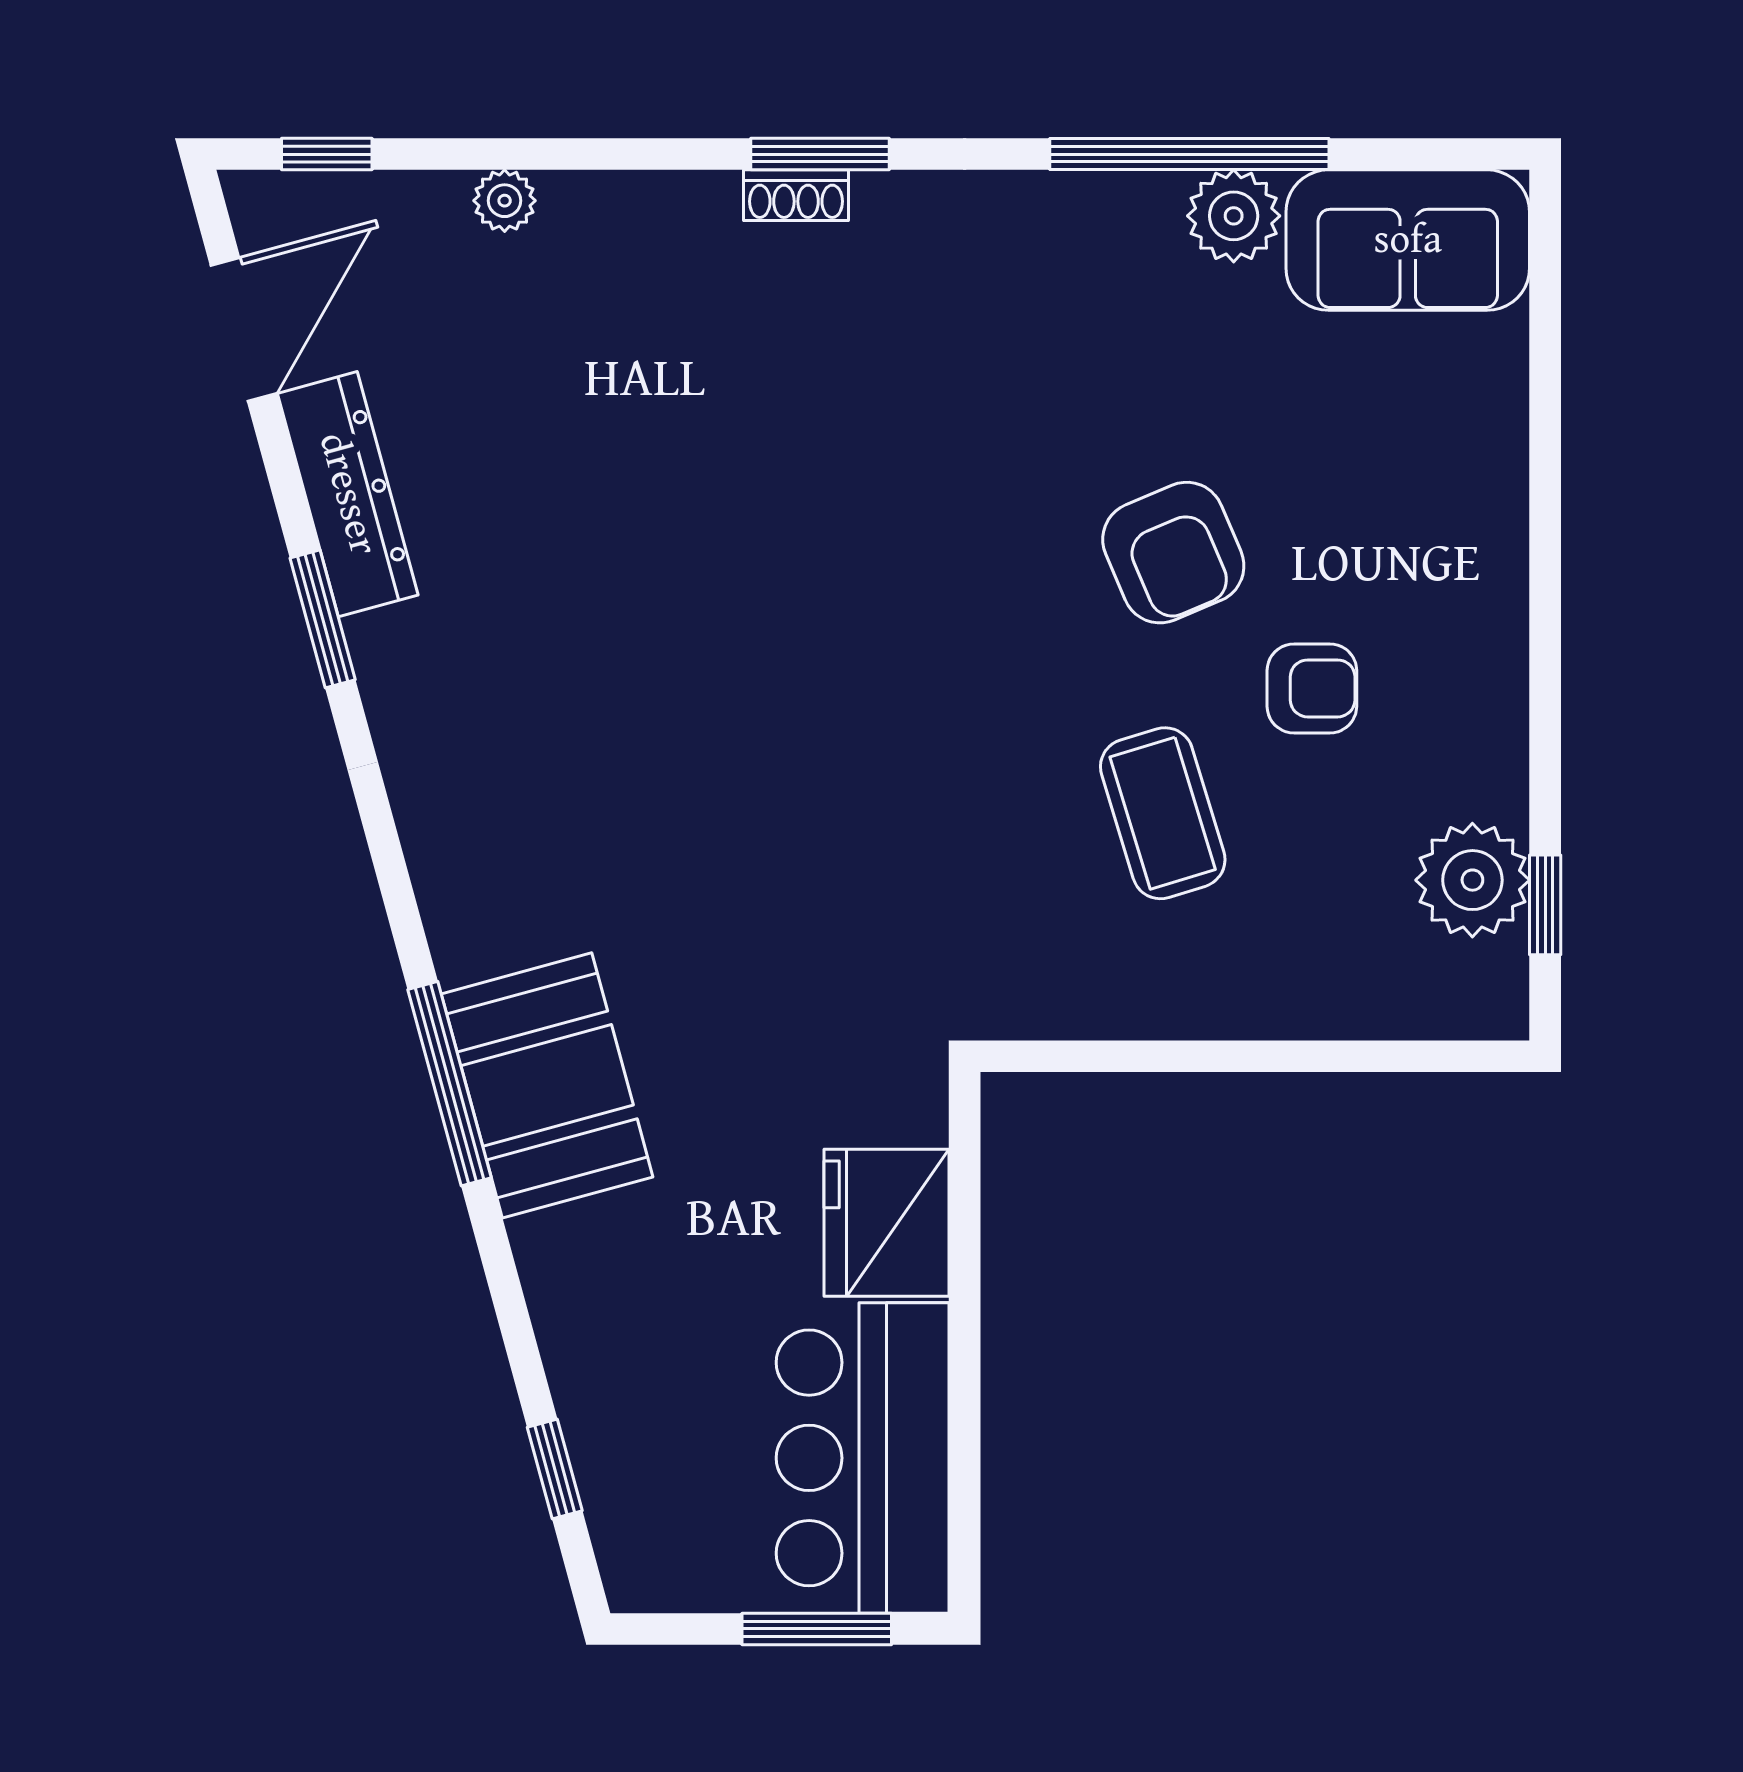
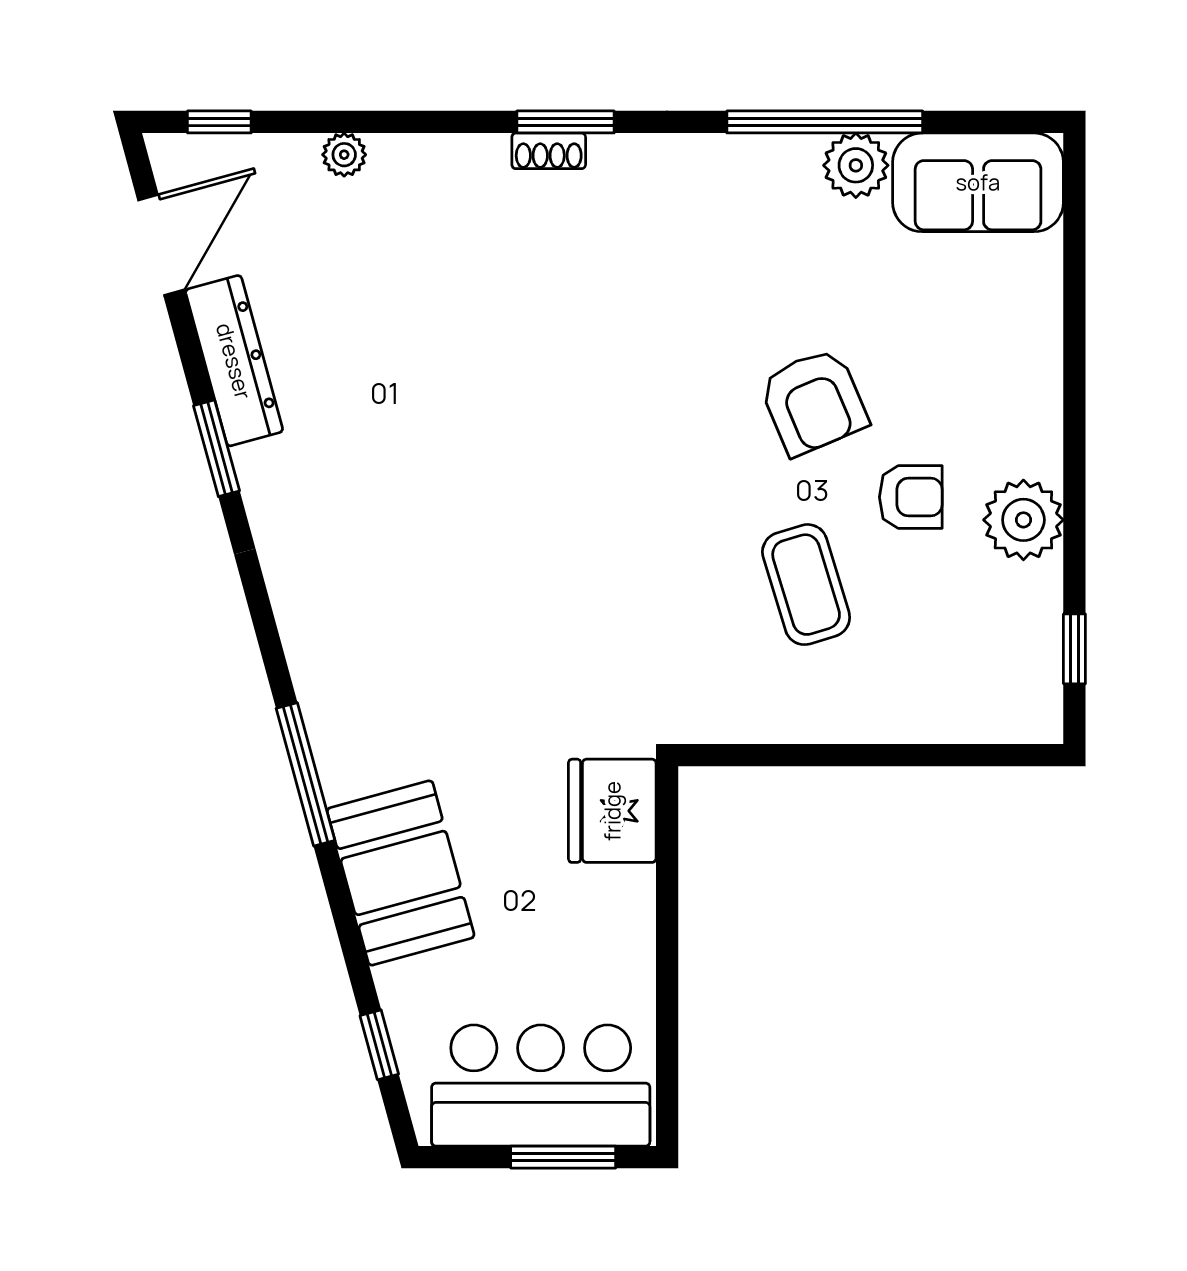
plant: (1472, 880) -> (1023, 520), moved
booth: (547, 1085) -> (401, 873), moved
fridge: (887, 1223) -> (612, 811), moved
bar counter: (863, 1458) -> (541, 1085), moved, turned 90

